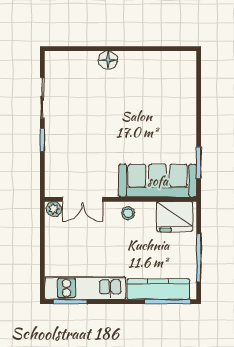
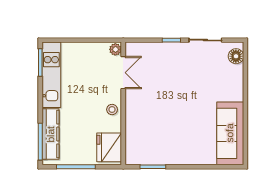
floor lamp: (108, 60) -> (236, 56), moved
sofa: (158, 181) -> (230, 133), moved, turned 180
double door: (82, 199) -> (123, 73), swing flipped

